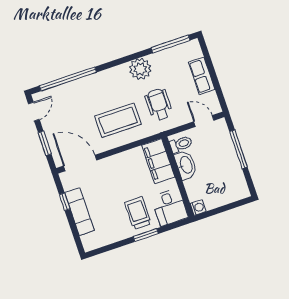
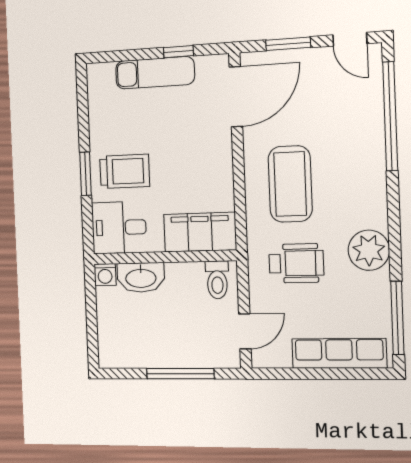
row of seats: (202, 76) -> (339, 353), width x1.48
washbasin: (186, 165) -> (141, 277), moved

